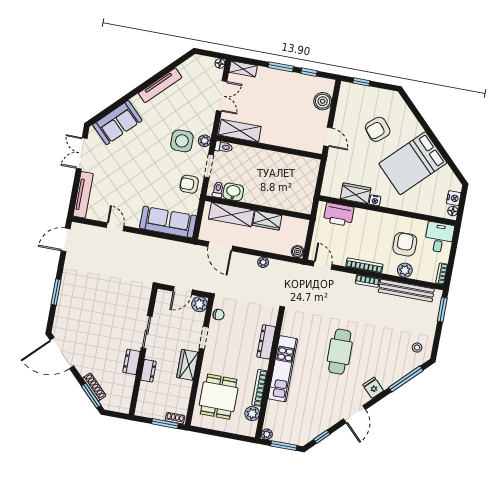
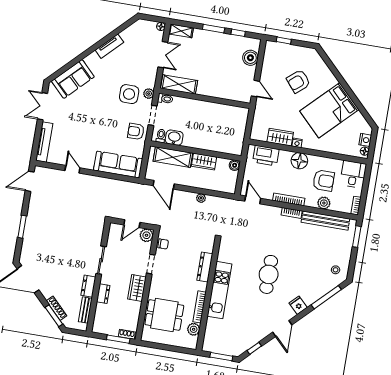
tv unit: (160, 85) -> (109, 46), width x0.71
floor lamp: (377, 221) -> (299, 161), added
armchair: (405, 244) -> (324, 181), turned 90
boiler: (298, 252) -> (235, 165), moved
bench: (127, 389) -> (85, 310), added
dining table: (219, 397) -> (164, 315), turned 90
plant: (267, 434) -> (207, 347), removed

